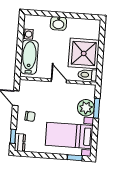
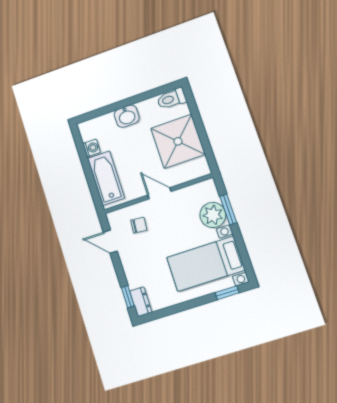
toilet: (87, 75) -> (172, 99), moved
chair: (30, 116) -> (139, 225), moved

